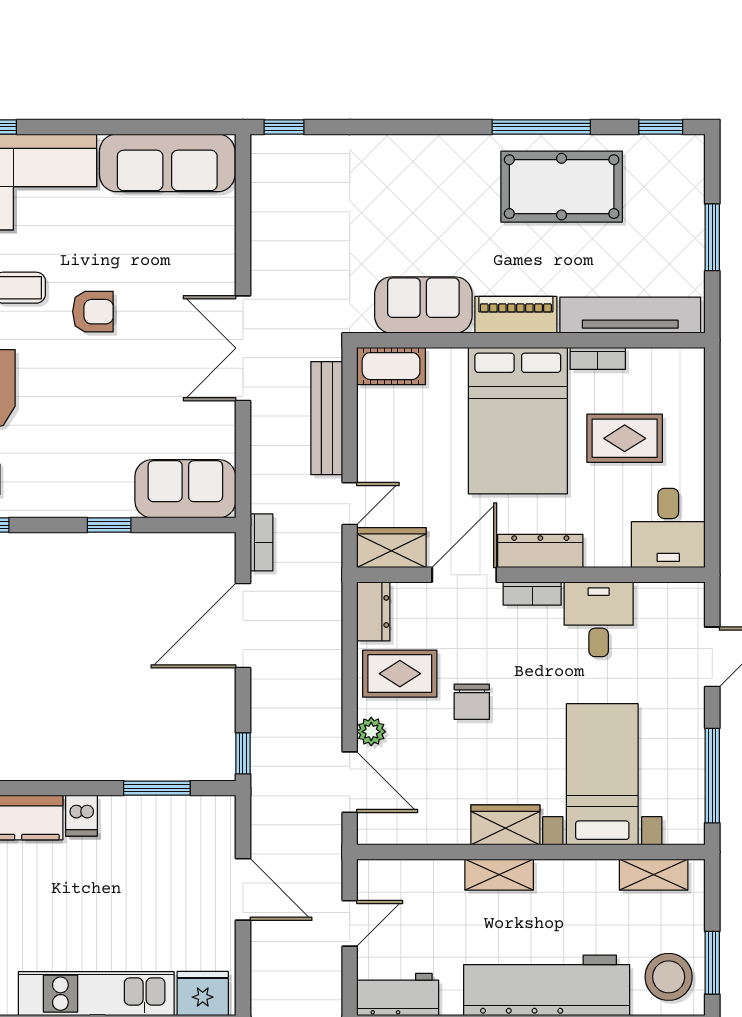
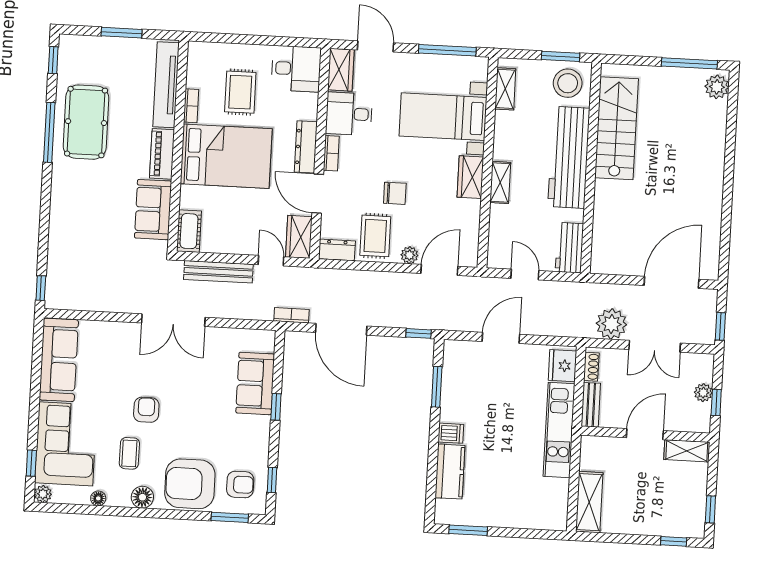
sofa: (185, 489) -> (255, 383), moved
wardrobe: (671, 602) -> (341, 70), added

